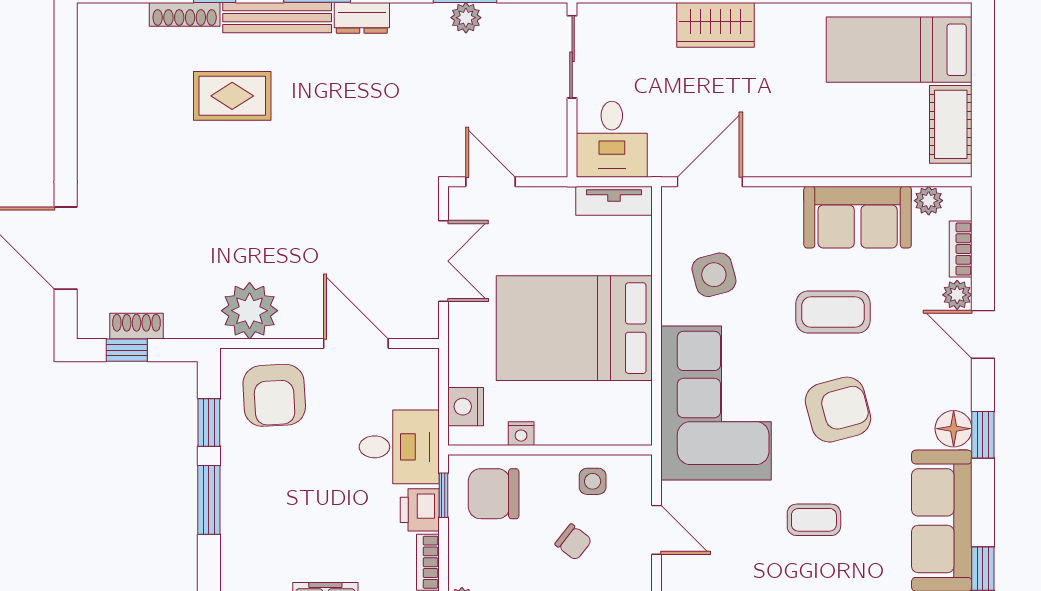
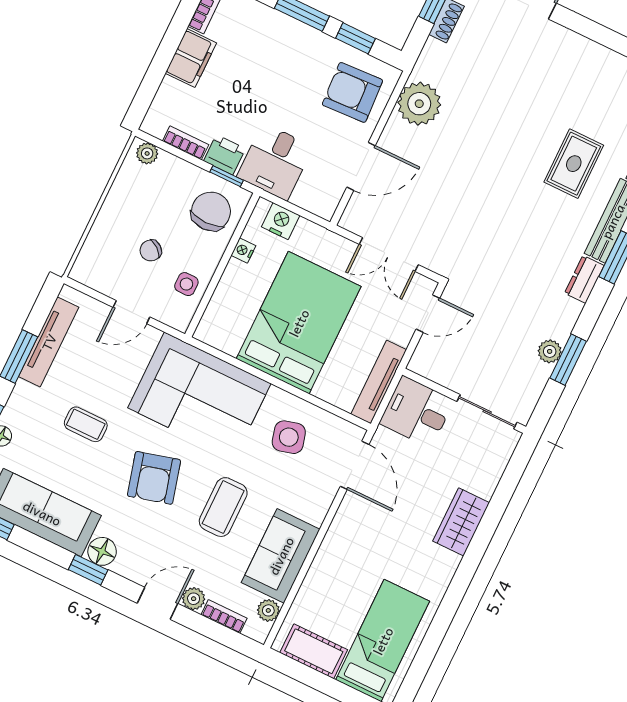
tv unit: (614, 201) -> (379, 382), width x1.41
coffee table: (814, 520) -> (86, 424), turned 90

